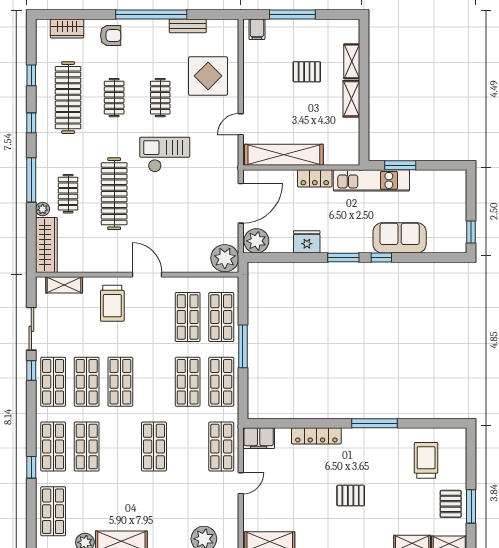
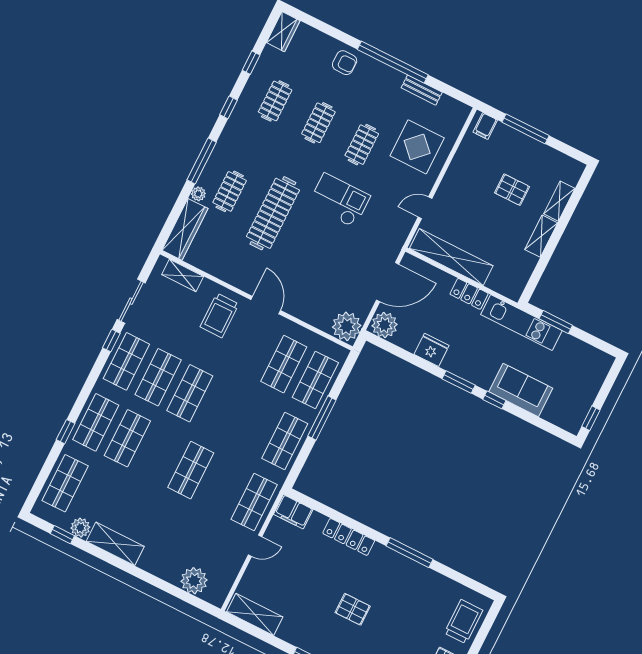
wardrobe: (67, 28) -> (283, 32), moved, turned -90
clothes rail: (68, 98) -> (275, 101), width x0.54, depth x0.76
shop shelf: (188, 382) -> (253, 425), removed
trolley: (426, 460) -> (463, 622), moved

